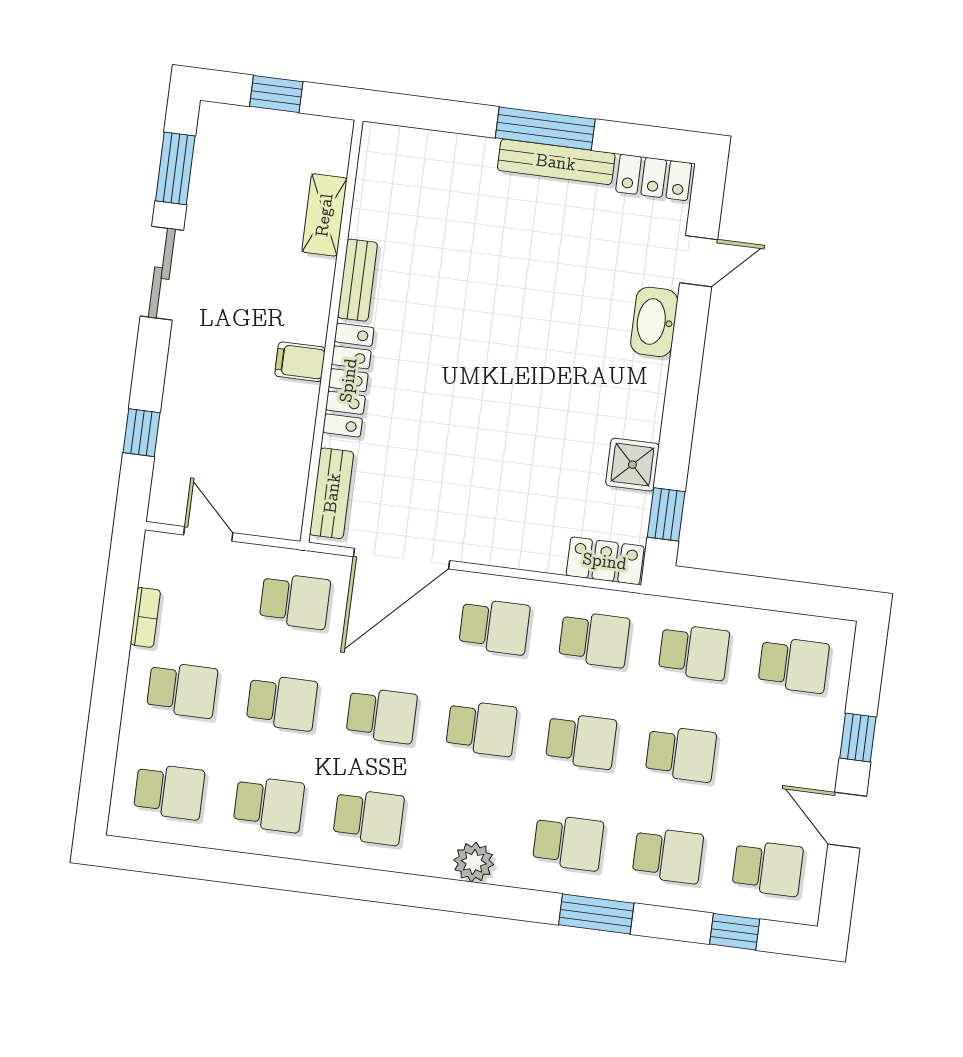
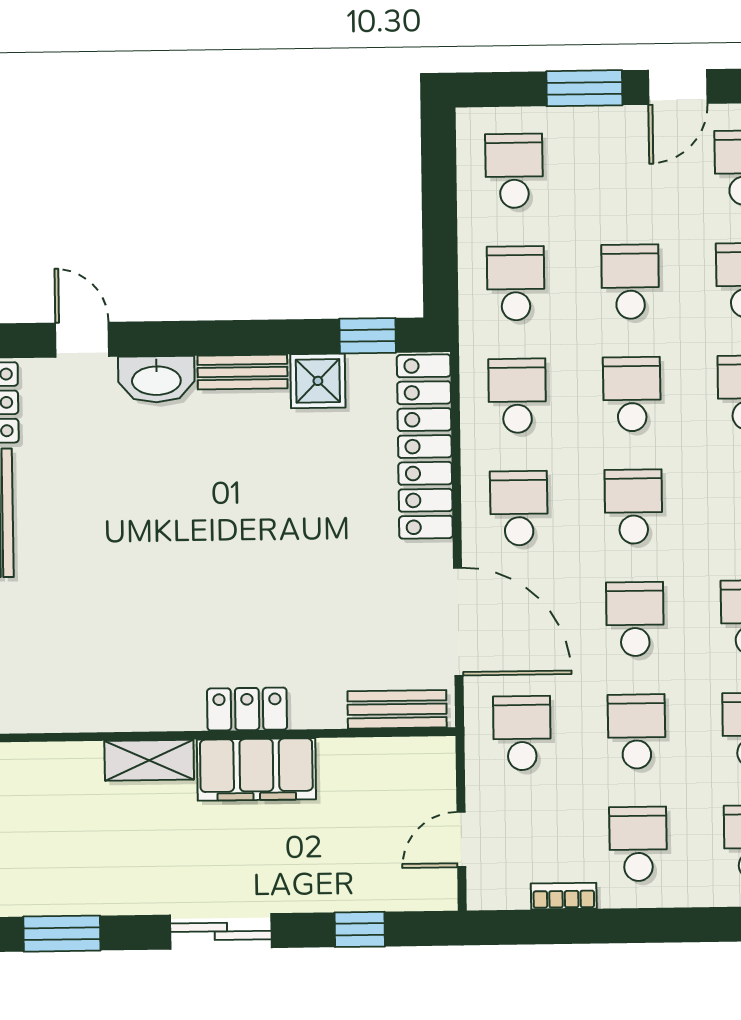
shelving: (324, 215) -> (149, 760), moved
sliding door: (162, 273) -> (221, 931), moved
bench: (357, 280) -> (242, 372), moved
filing cabinet: (300, 362) -> (256, 769), width x3.00, depth x1.17
locker: (348, 380) -> (247, 709), width x0.66
locker: (605, 561) -> (425, 446), width x2.16, depth x1.21
window: (858, 737) -> (584, 88), width x1.50

